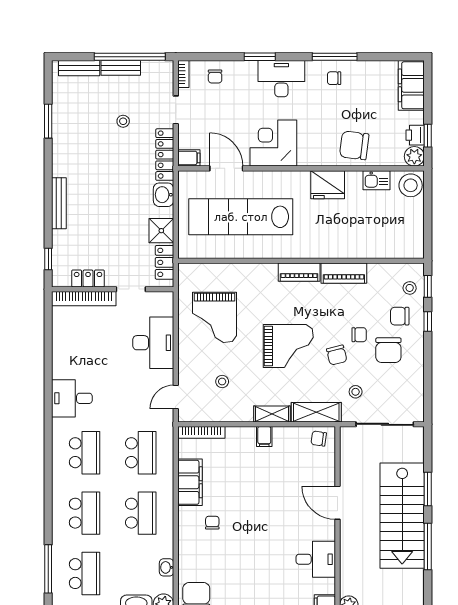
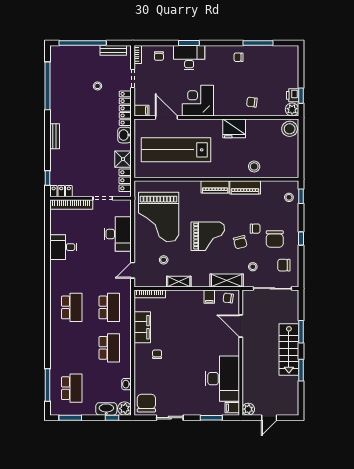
window: (130, 57) -> (83, 43), moved
window: (335, 57) -> (258, 43), moved
bench: (79, 68) -> (68, 51), removed
bench: (121, 68) -> (113, 50), moved
desk: (281, 79) -> (189, 58), moved
filing cabinet: (411, 85) -> (290, 62), removed
window: (48, 121) -> (47, 86), width x2.11
chair: (354, 145) -> (252, 102), width x0.54, depth x0.54
kitchen sink: (377, 180) -> (267, 125), removed
bench: (59, 203) -> (55, 136), width x0.73
stool: (358, 242) -> (254, 166), added
locker: (88, 278) -> (61, 191), moved
chair: (400, 316) -> (284, 265), moved
grand piano: (214, 317) -> (159, 217), width x1.37, depth x1.48
window: (428, 321) -> (301, 238), moved
desk: (72, 398) -> (63, 247), moved
shelving: (272, 414) -> (179, 282), moved
filing cabinet: (264, 437) -> (209, 297), moved
door: (337, 503) -> (241, 326), moved
school desk: (85, 513) -> (72, 348), removed
stairs: (402, 516) -> (289, 349), width x0.73, depth x0.66
window: (428, 547) -> (301, 370), width x0.69
desk: (316, 559) -> (222, 379), width x1.87, depth x1.30

